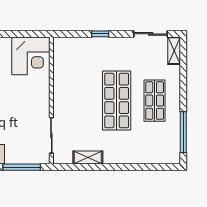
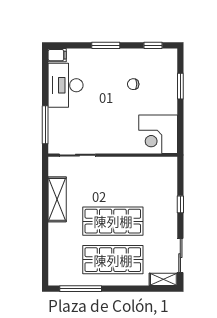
shop shelf: (155, 101) -> (113, 260), width x1.43, depth x1.36
shelving: (88, 158) -> (57, 199), width x1.50, depth x1.33

